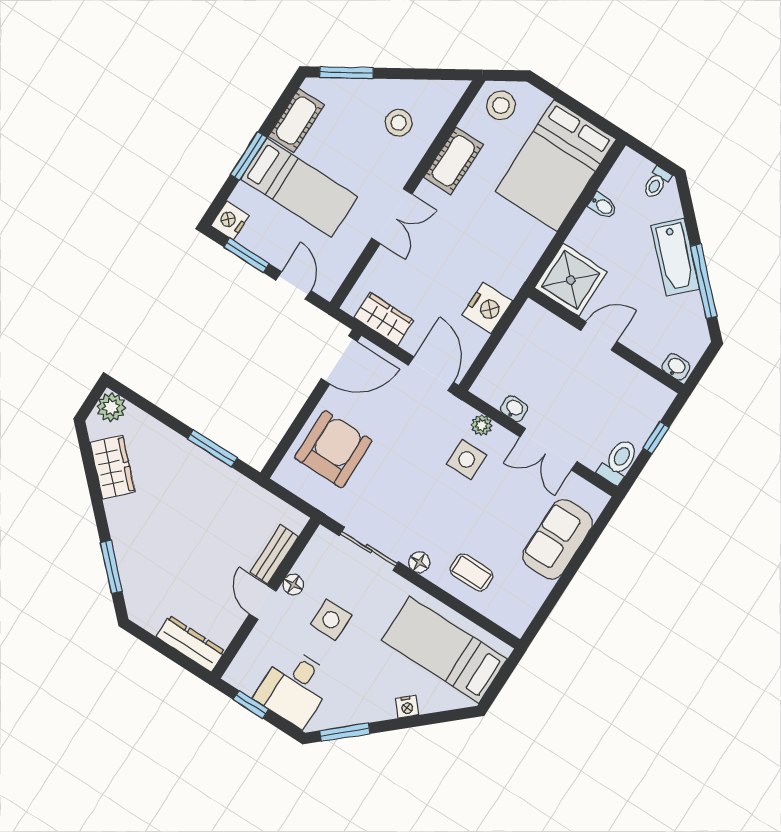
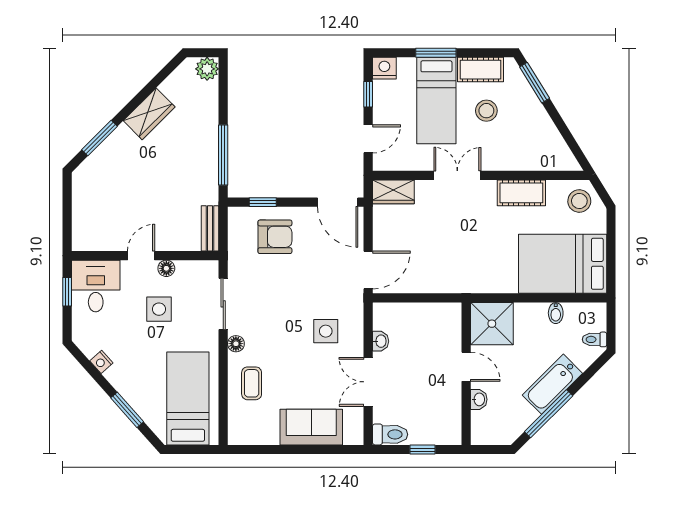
stool: (399, 123) -> (486, 111), moved
double door: (392, 216) -> (457, 175), swing flipped
window: (246, 255) -> (368, 94), width x0.67
nightstand: (487, 308) -> (437, 279), removed
wardrobe: (384, 319) -> (393, 192), moved, turned 90
washbasin: (676, 367) -> (479, 399), moved
plant: (481, 425) -> (355, 326), removed
window: (289, 439) -> (263, 202), added
window: (212, 448) -> (223, 155), width x1.44
armchair: (333, 449) -> (275, 237), width x0.73, depth x0.73
wardrobe: (113, 467) -> (149, 114), moved
bench: (274, 554) -> (210, 228), moved, turned 90
dresser: (191, 644) -> (82, 225), removed
desk: (294, 687) -> (96, 286), moved, turned 90
nightstand: (407, 707) -> (101, 362), moved
window: (345, 732) -> (127, 410), moved

